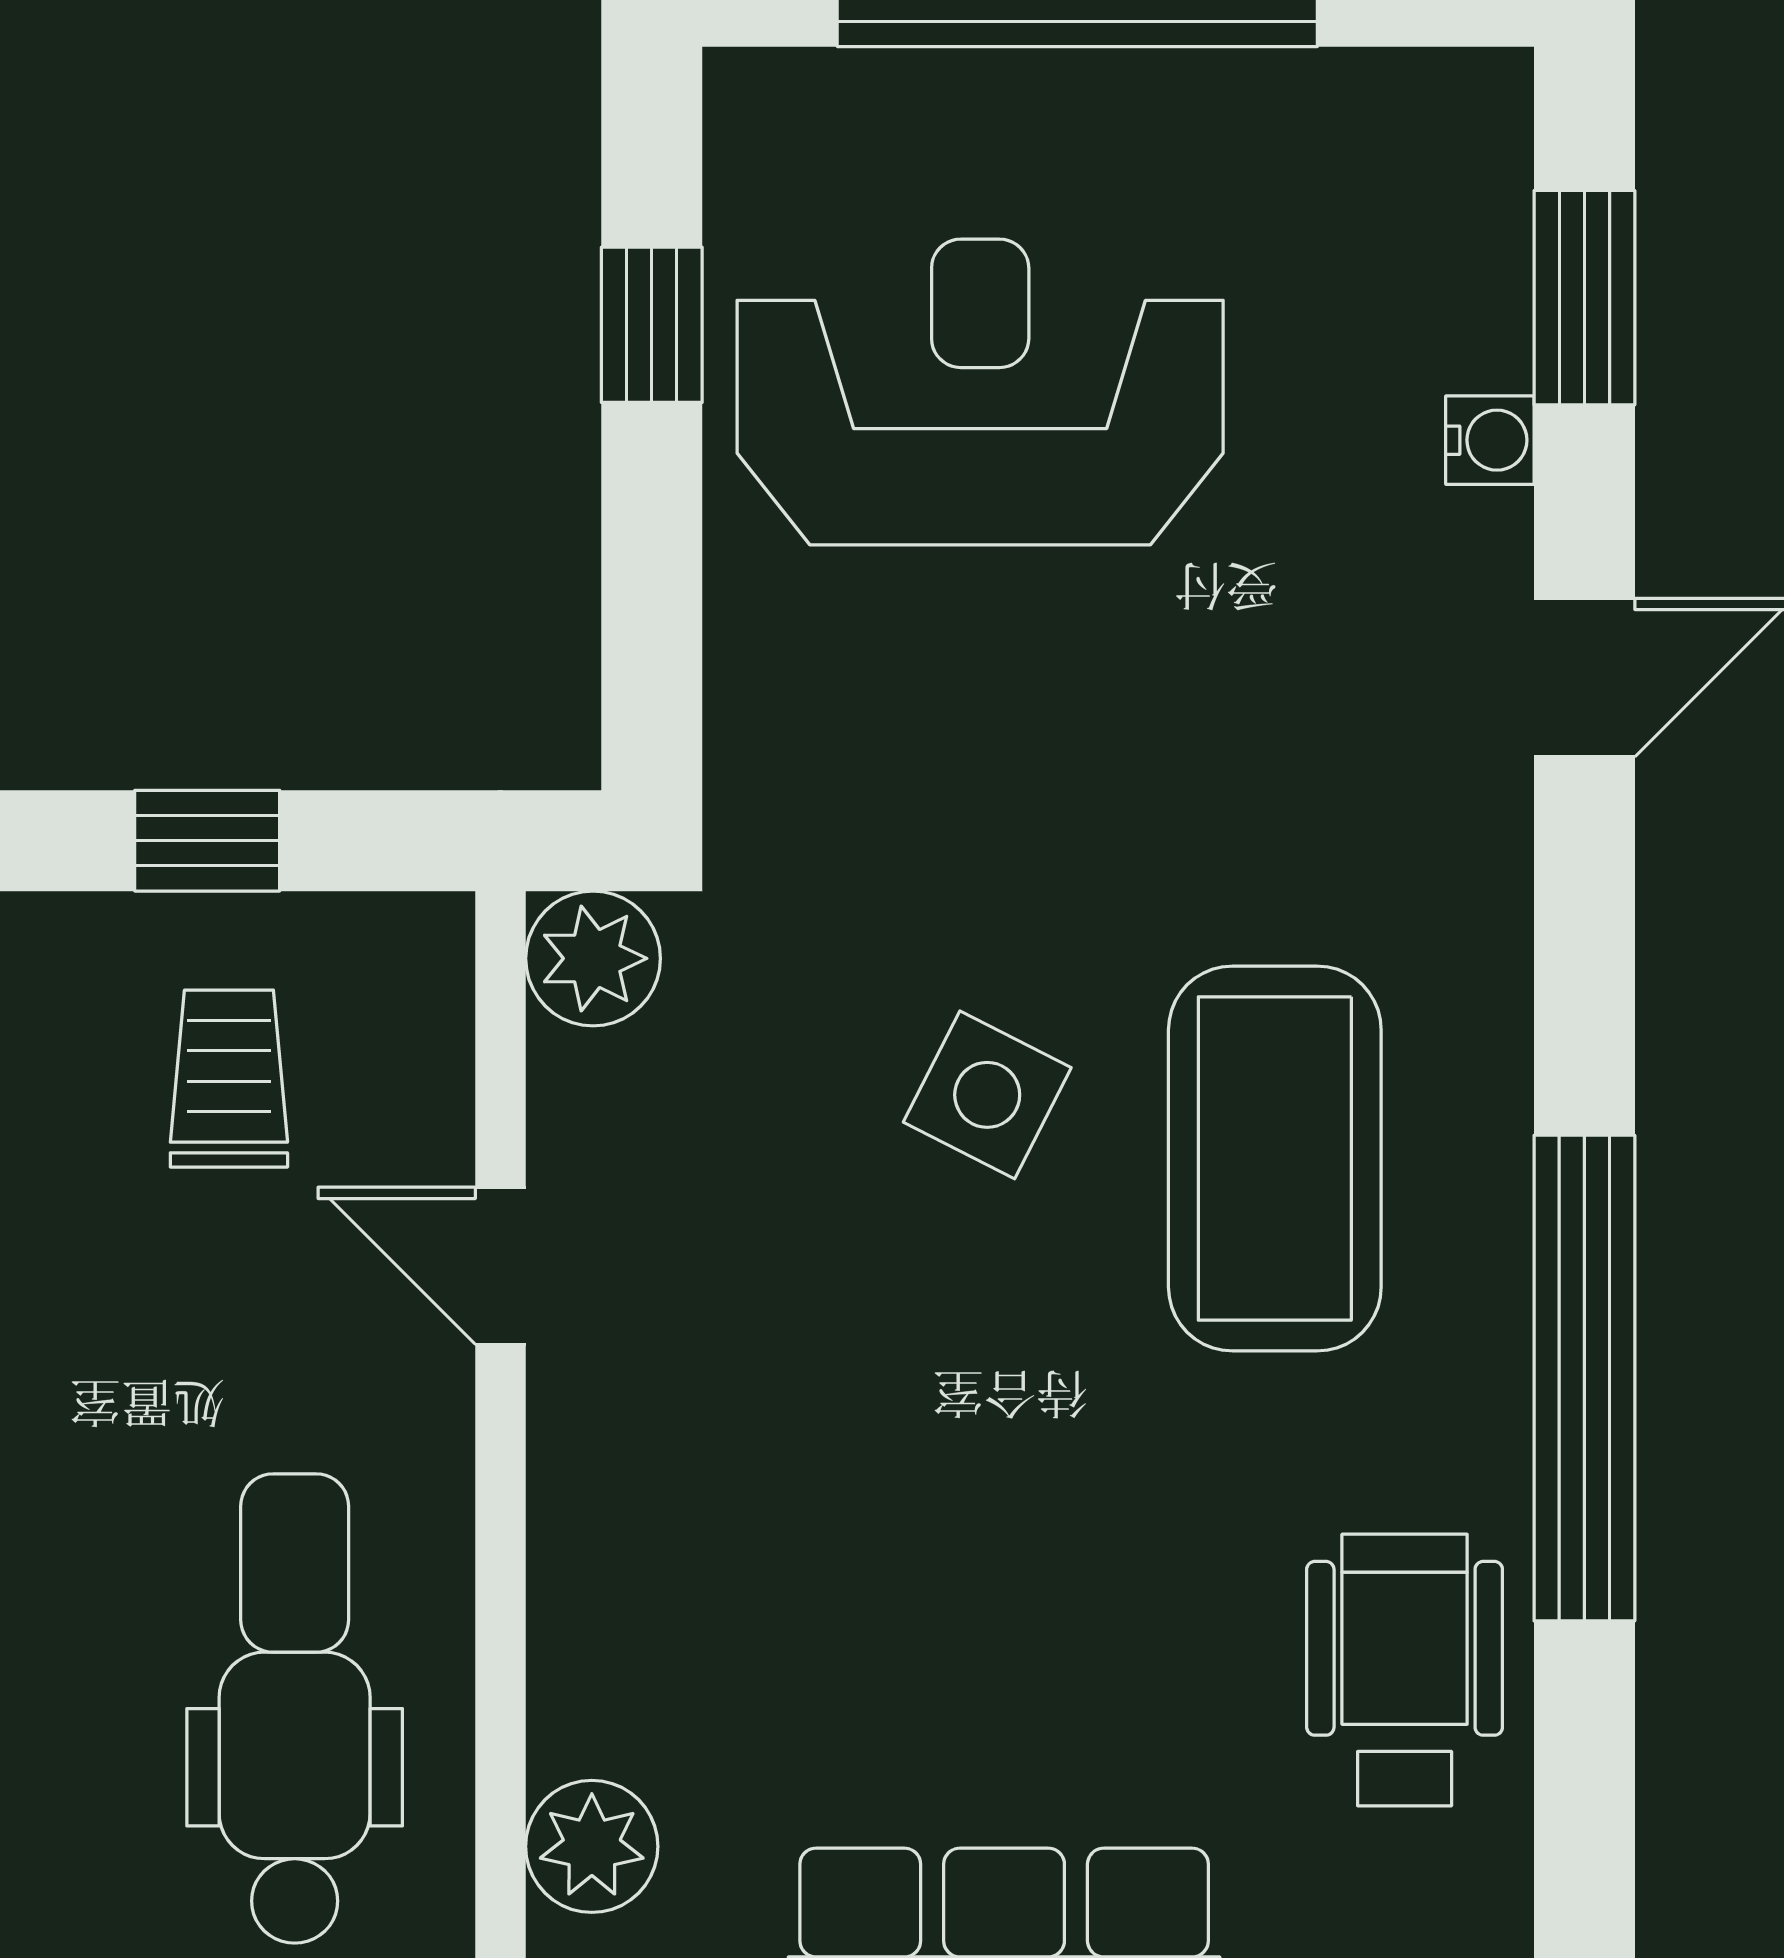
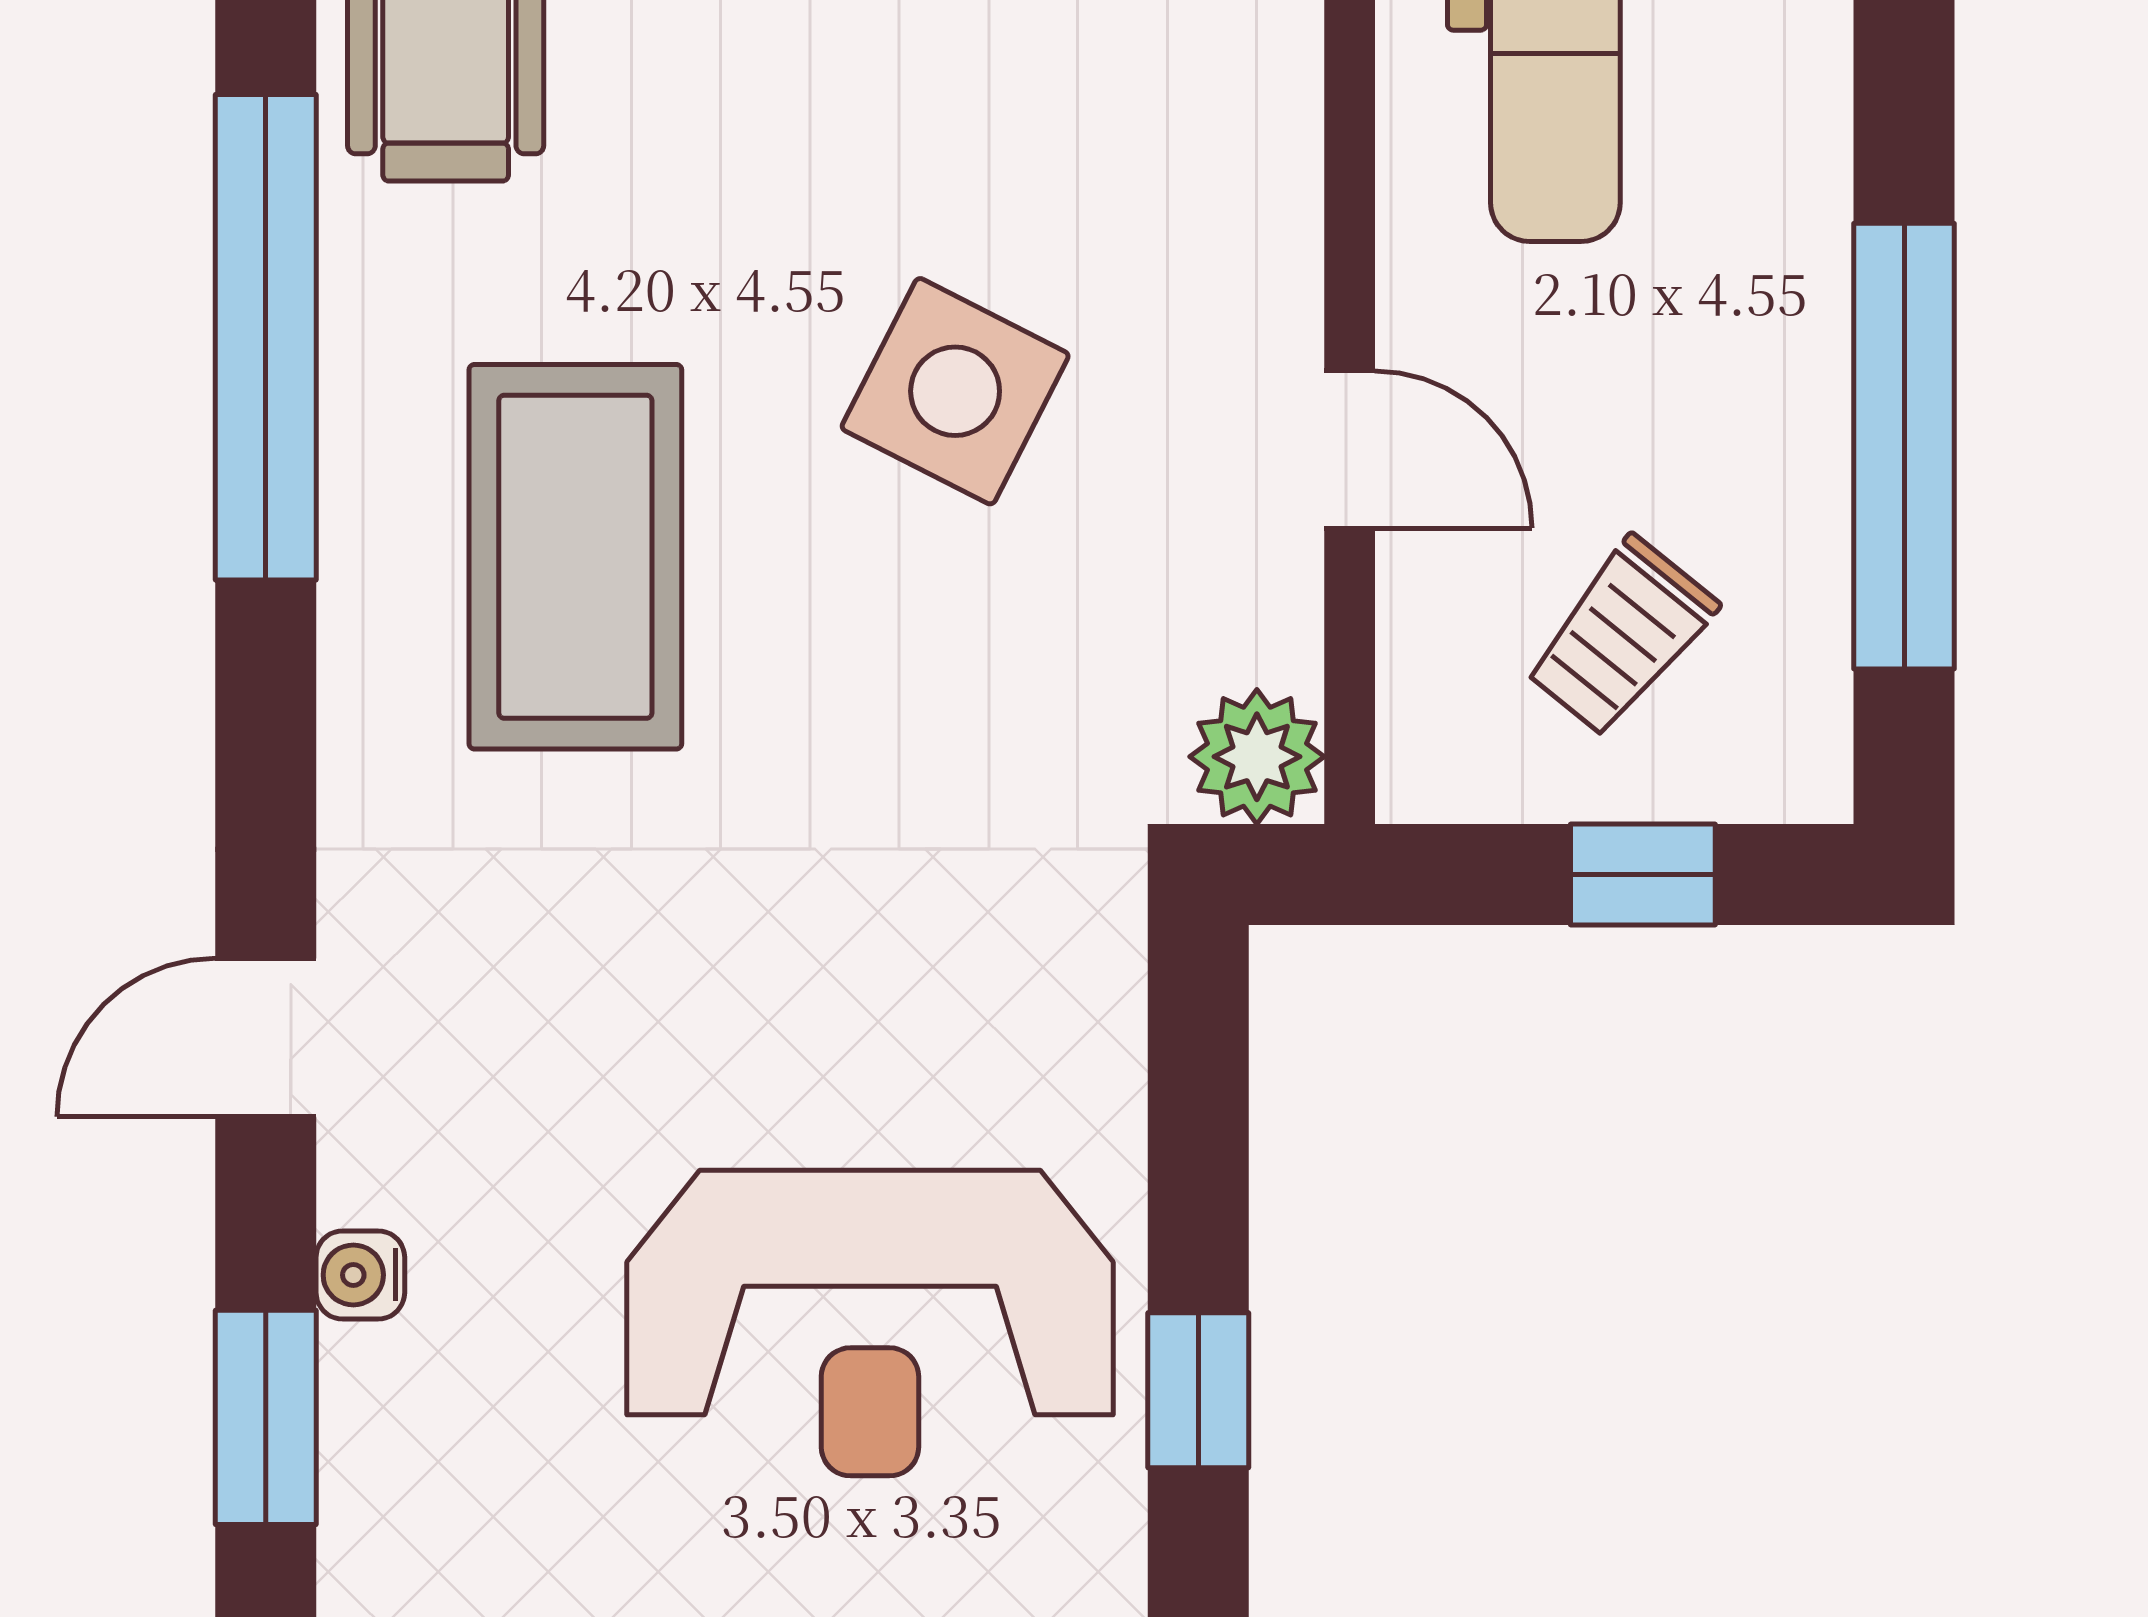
trolley: (229, 1079) -> (1621, 637), turned 39
side table: (987, 1095) -> (955, 391), moved, width x1.37, depth x1.37

